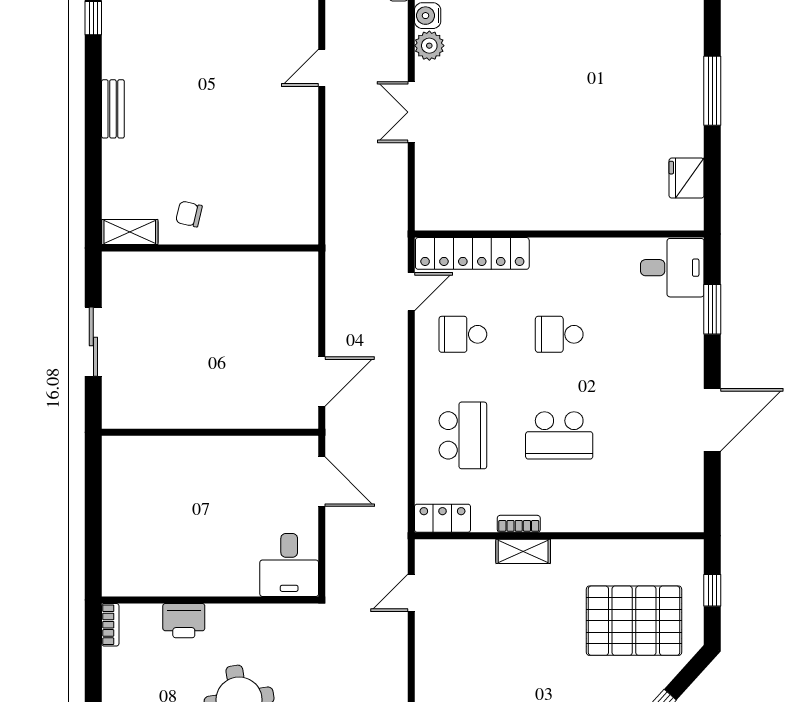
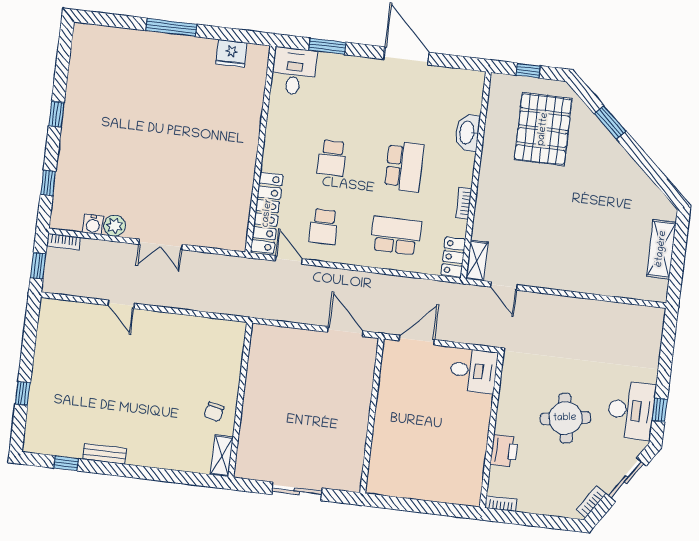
bench: (113, 109) -> (105, 454), moved
washbasin: (617, 517) -> (467, 133), added
shelving: (523, 551) -> (477, 260), moved

